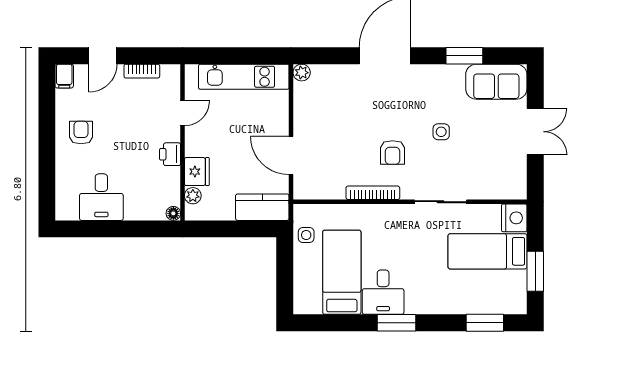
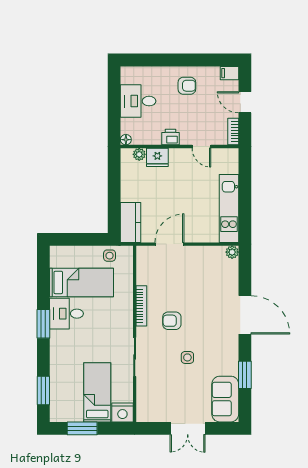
door: (183, 113) -> (201, 147), moved
wall: (183, 142) -> (180, 147), moved
printer: (170, 154) -> (170, 137), moved
fridge: (197, 172) -> (157, 157), moved
plant: (193, 196) -> (139, 154), moved
floor lamp: (173, 213) -> (126, 140), moved

